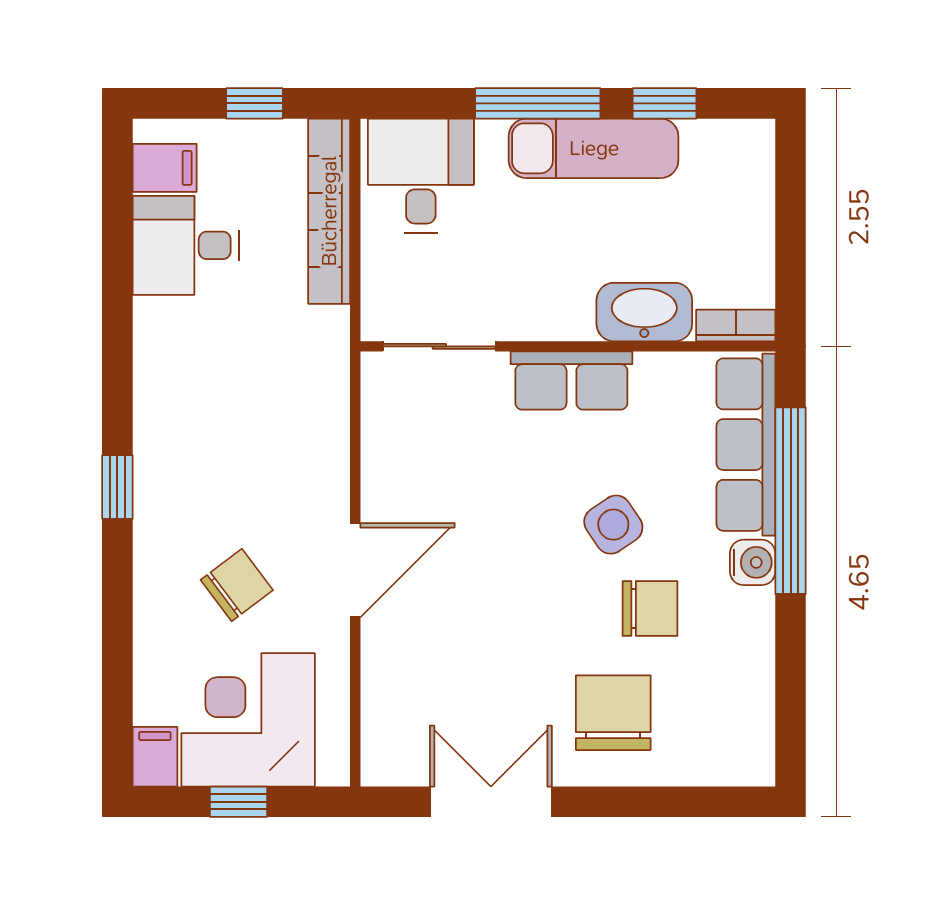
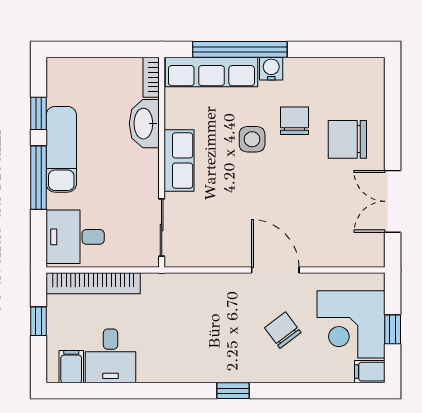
side table: (613, 525) -> (252, 139), turned 34

